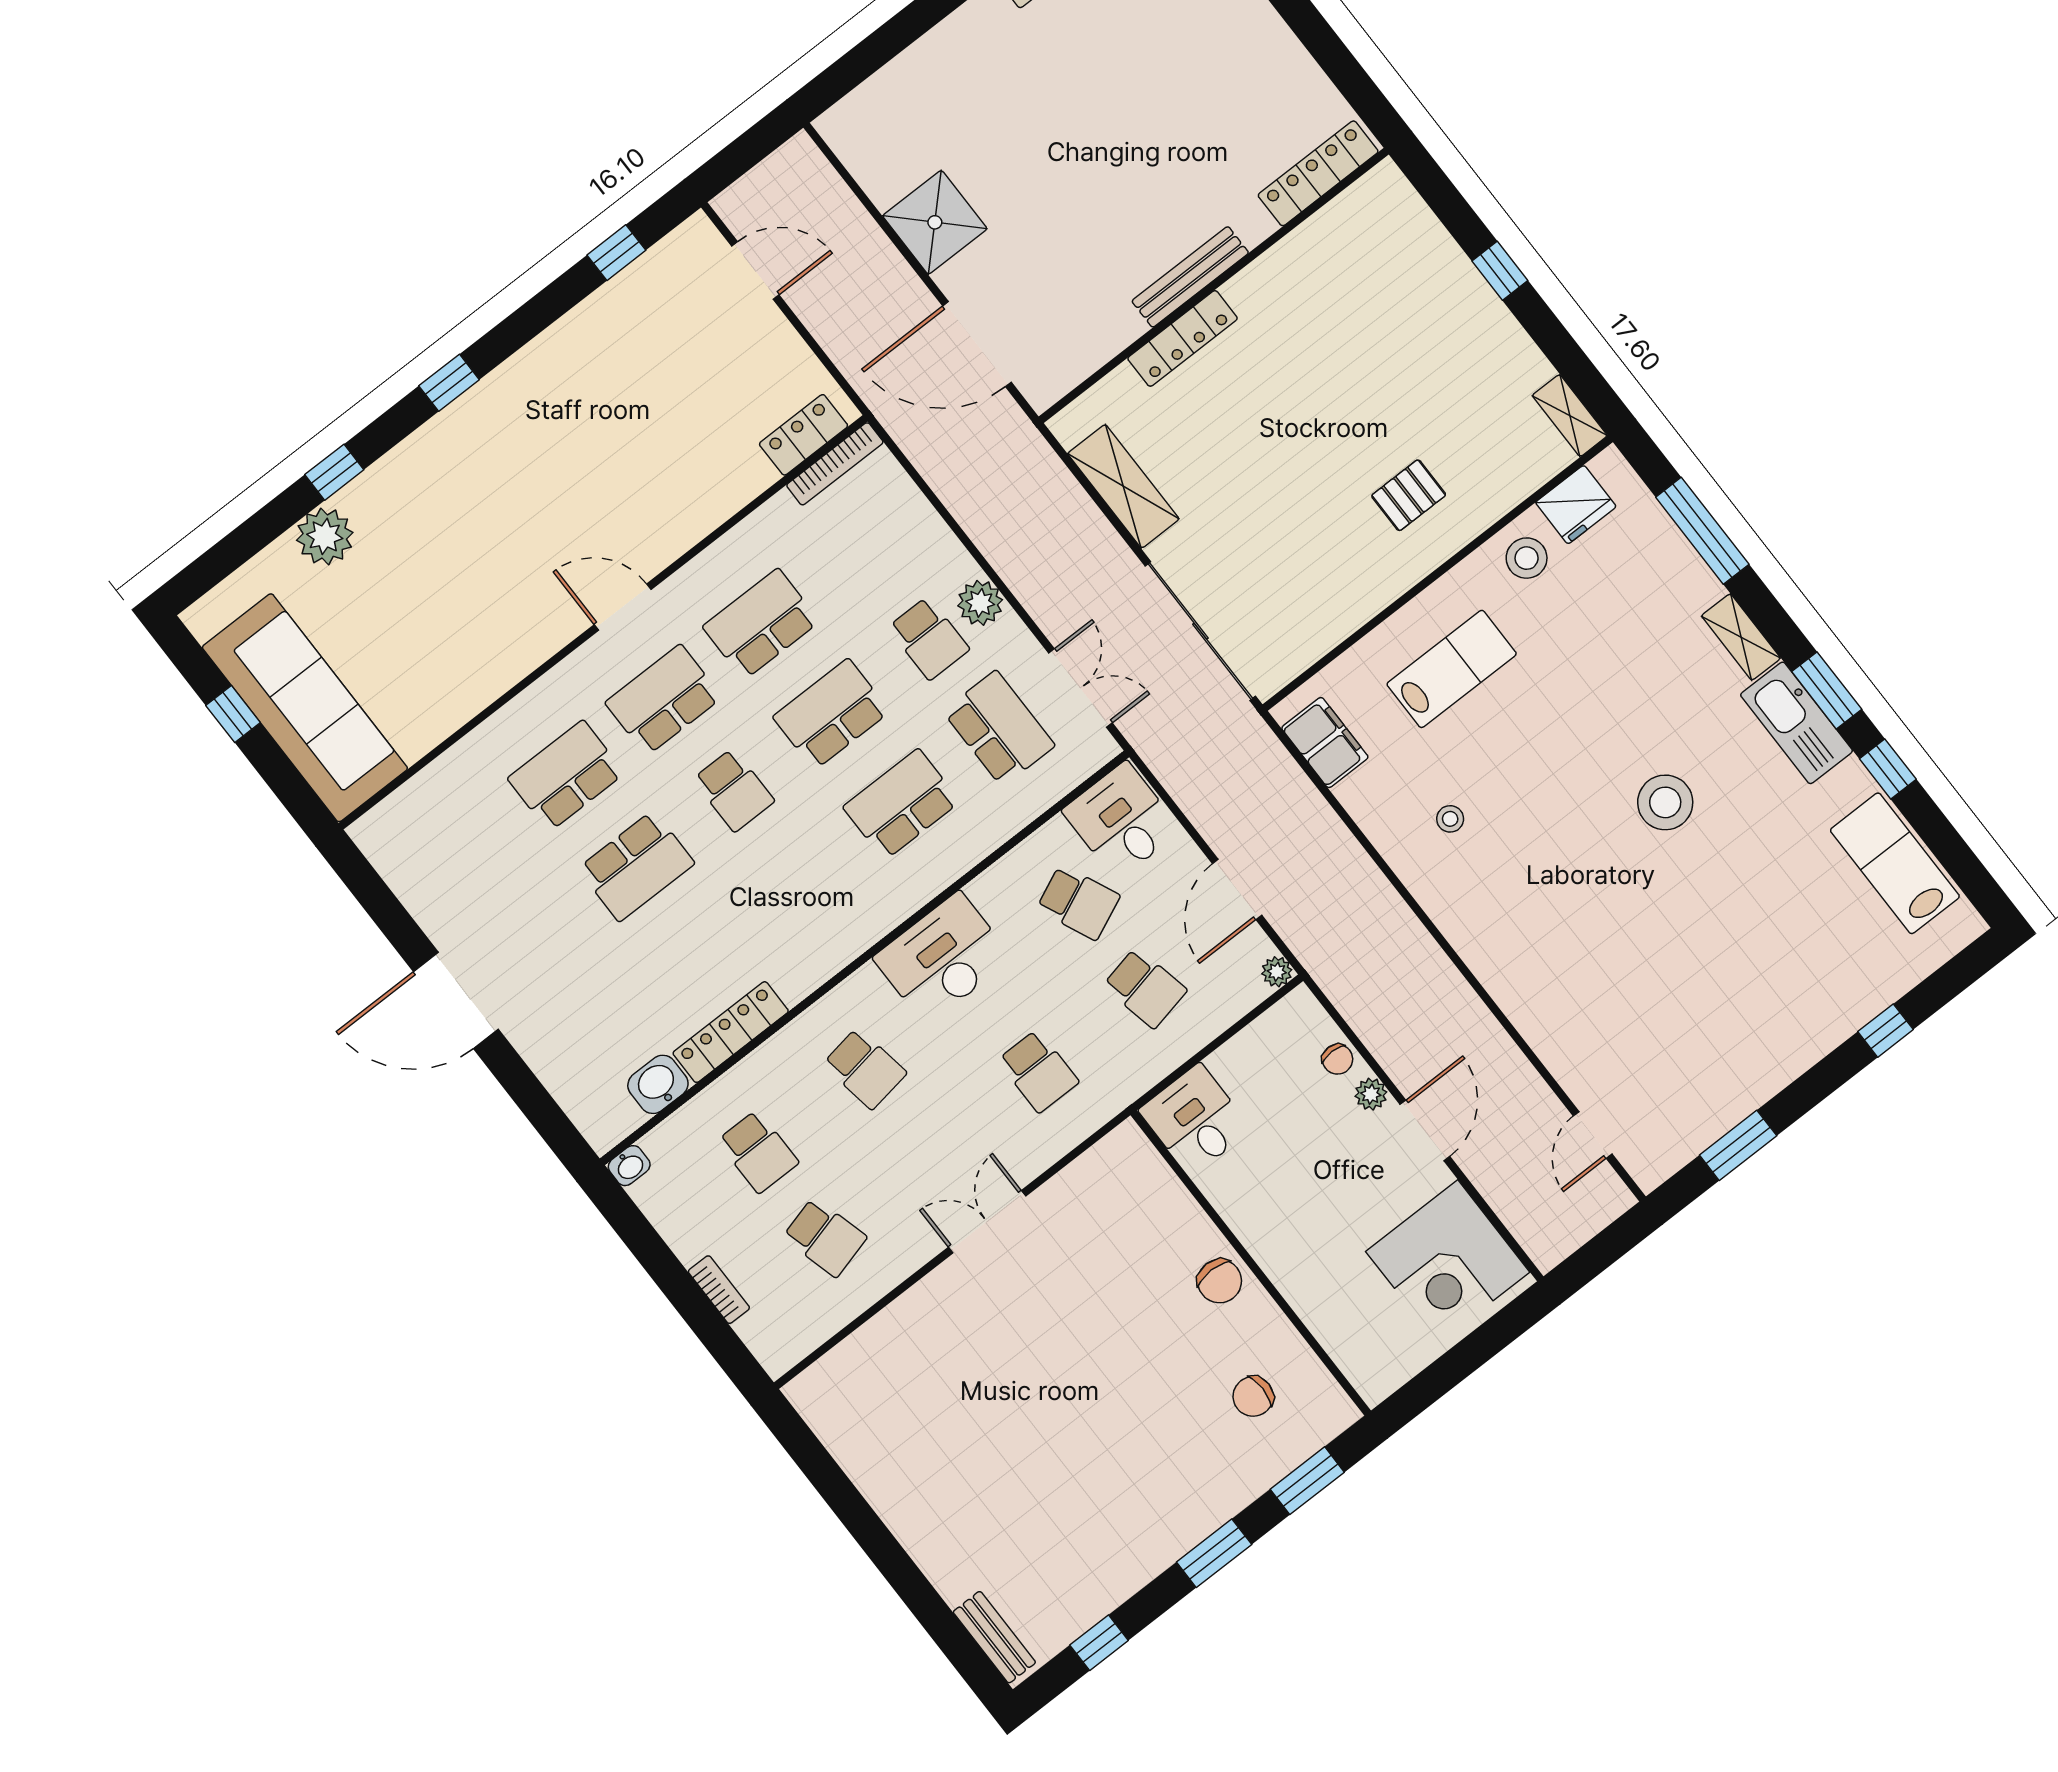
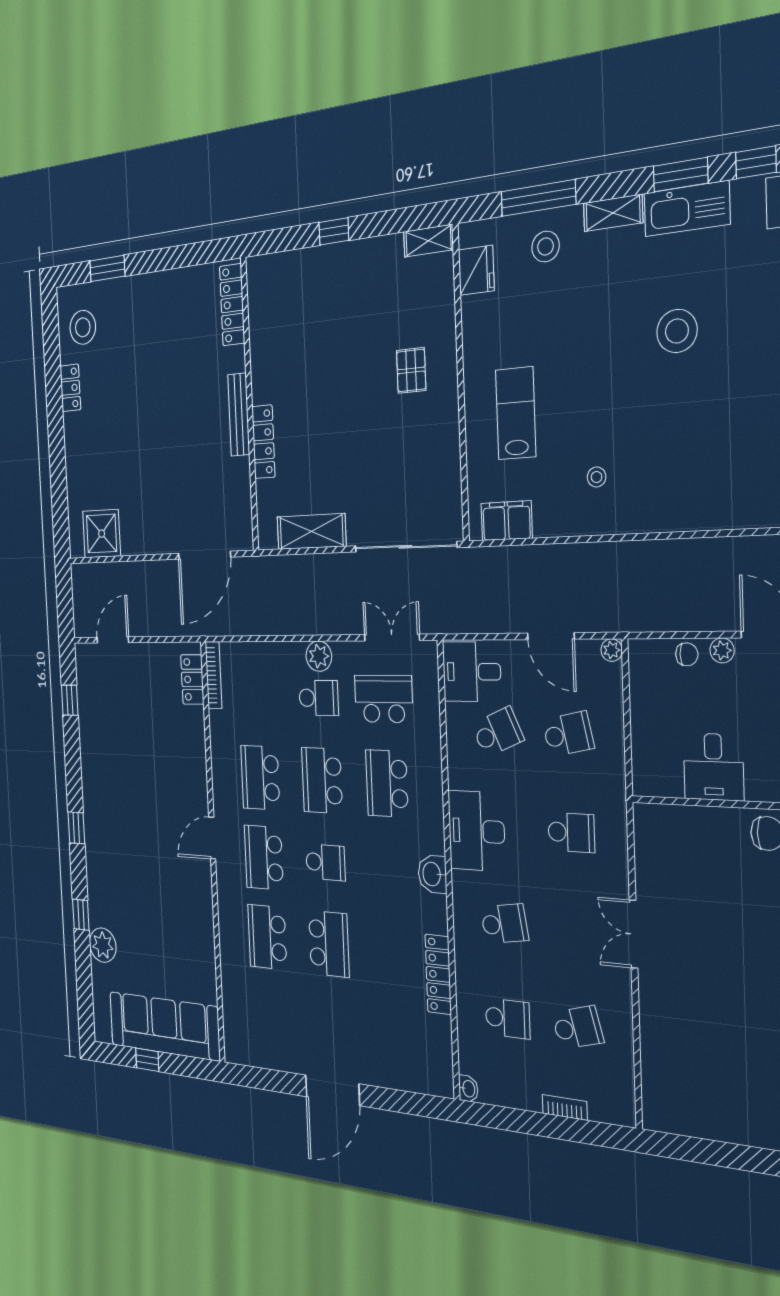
shower: (935, 222) -> (102, 534), moved
stool: (1527, 558) -> (546, 247), moved
washbasin: (658, 1084) -> (432, 874), moved
desk: (1195, 1120) -> (713, 767), moved, turned -90

